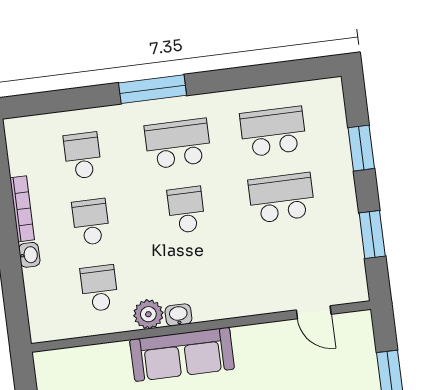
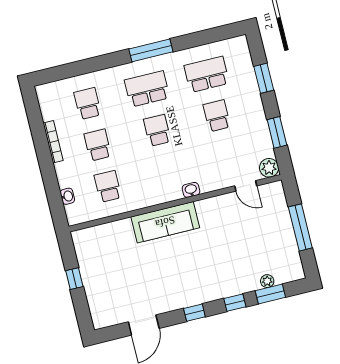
window: (153, 89) -> (151, 50), moved
school desk: (281, 198) -> (217, 116), width x0.54
washbasin: (29, 255) -> (67, 196), moved
plant: (148, 314) -> (269, 168), moved
washbasin: (178, 315) -> (191, 190), moved

